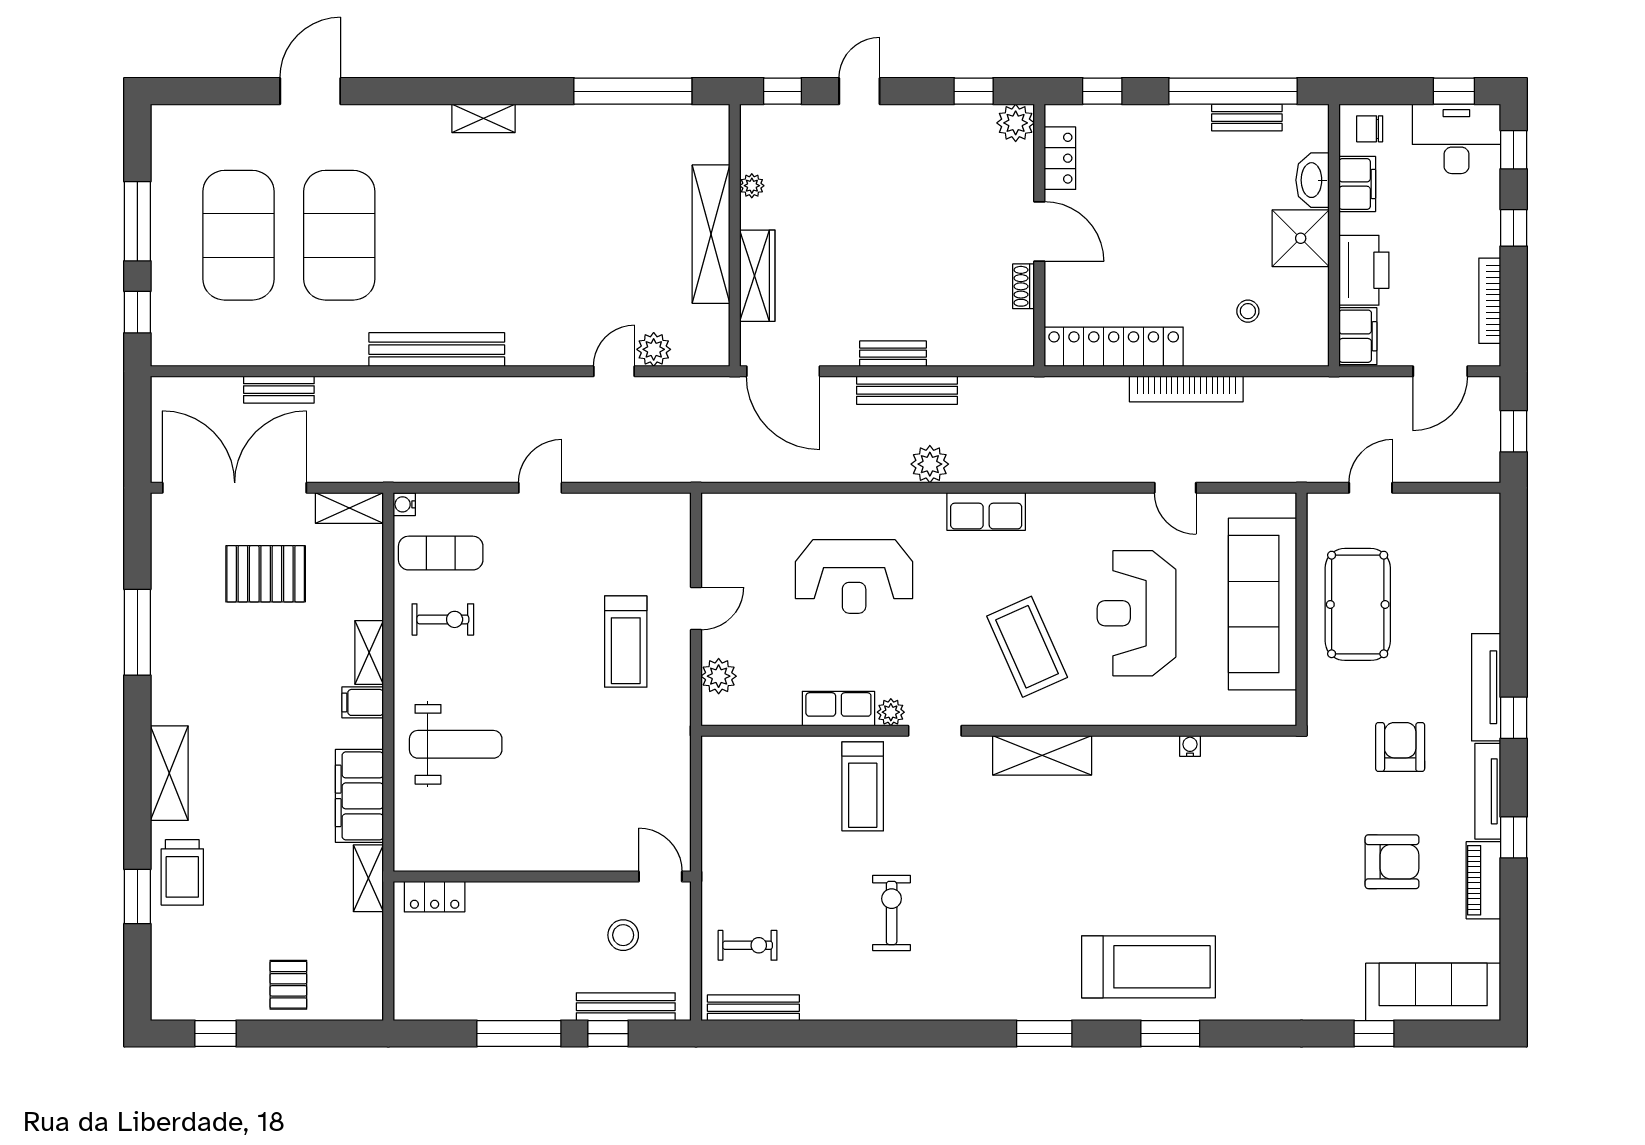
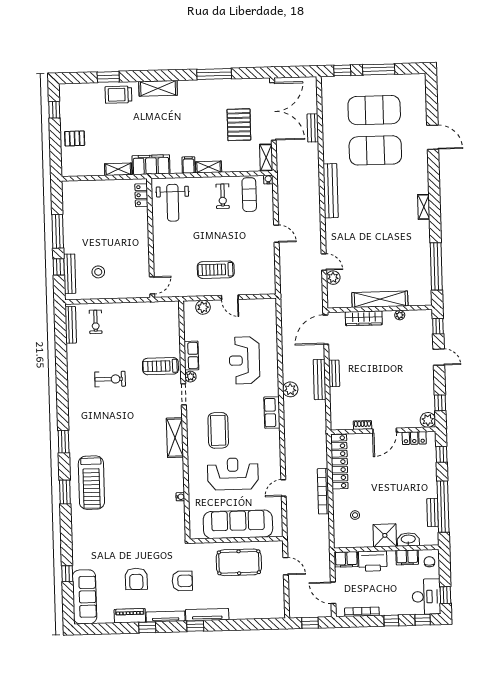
coffee table: (1027, 647) -> (218, 430), turned -66
wall: (542, 876) -> (151, 238), moved
door: (660, 876) -> (152, 285), moved
locker: (435, 897) -> (141, 195), moved

